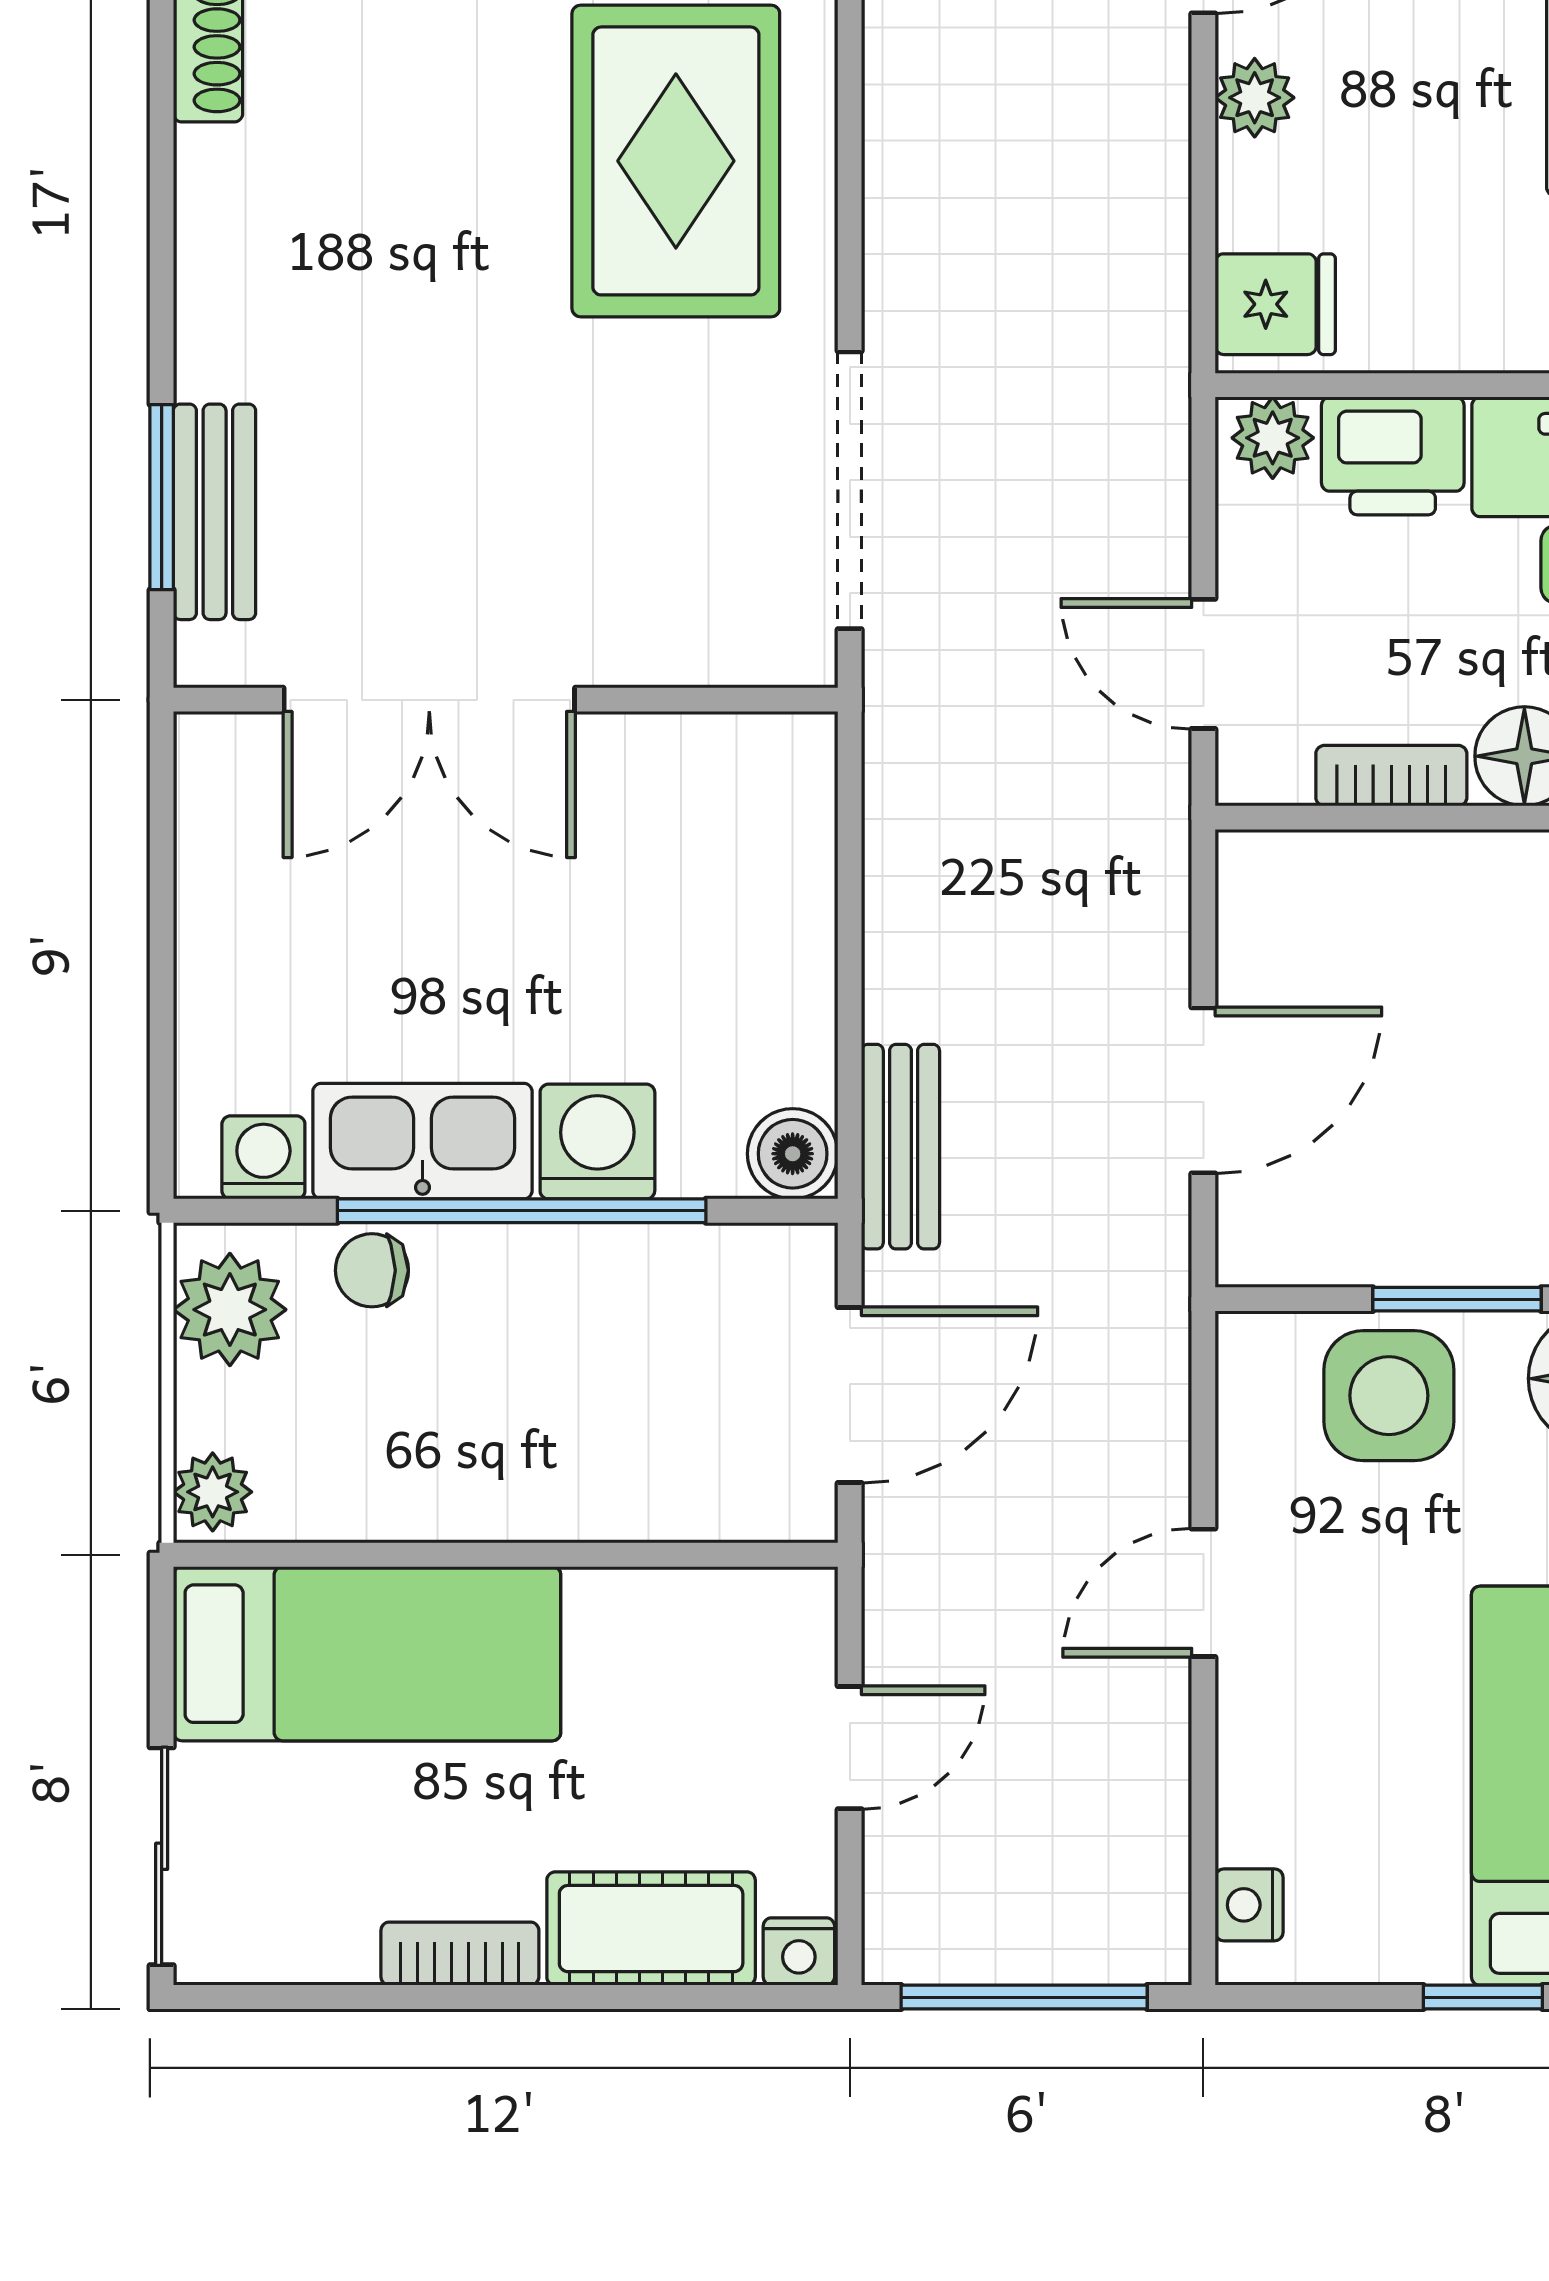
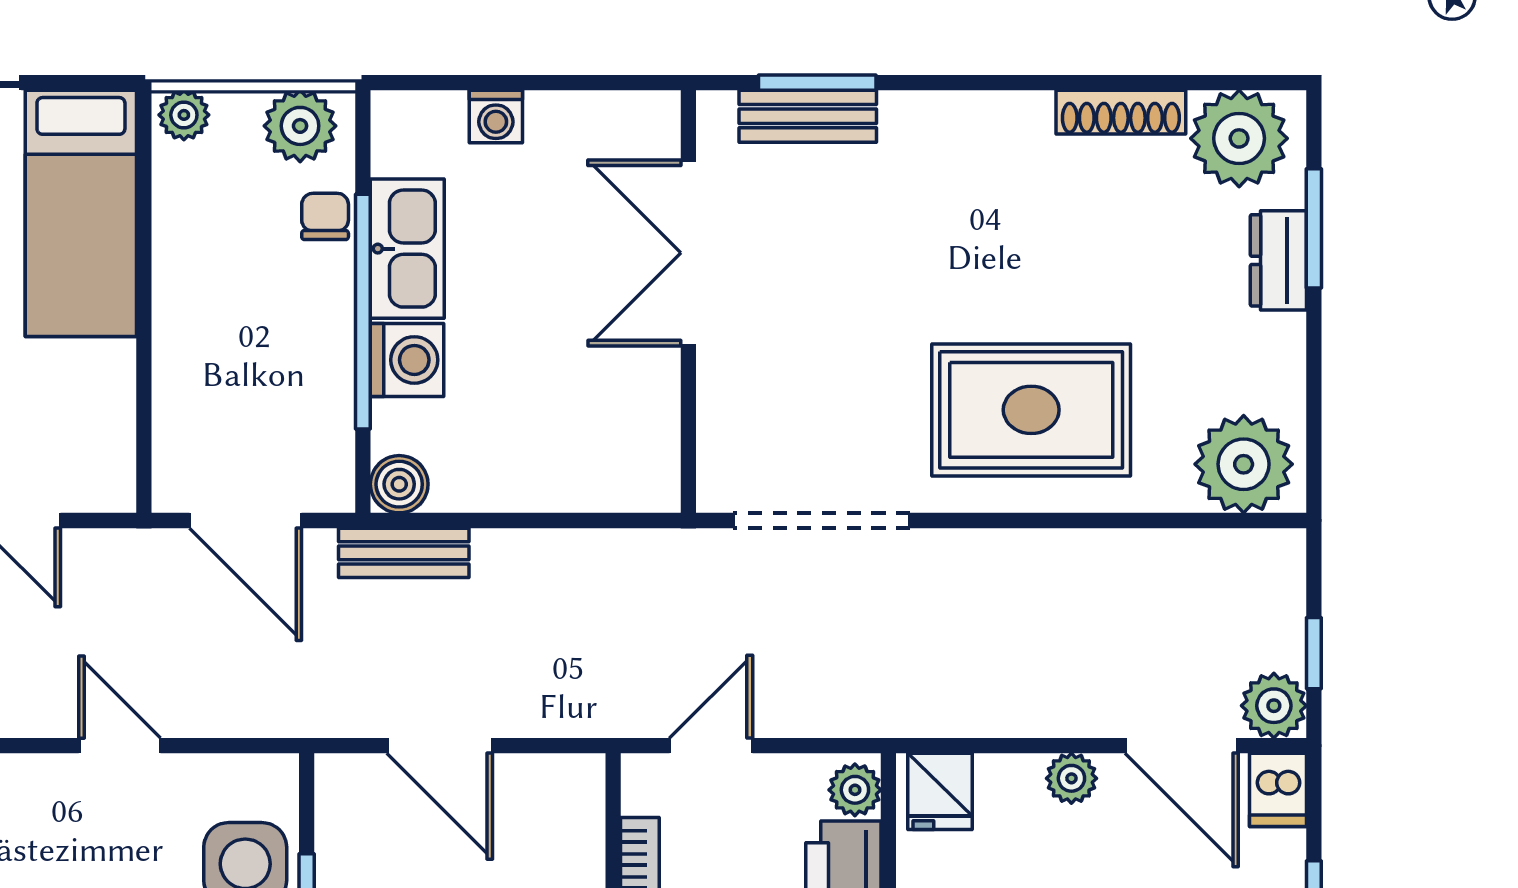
washing machine: (263, 1157) -> (496, 116), moved, turned 90

